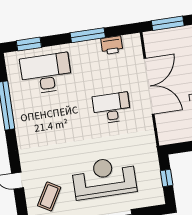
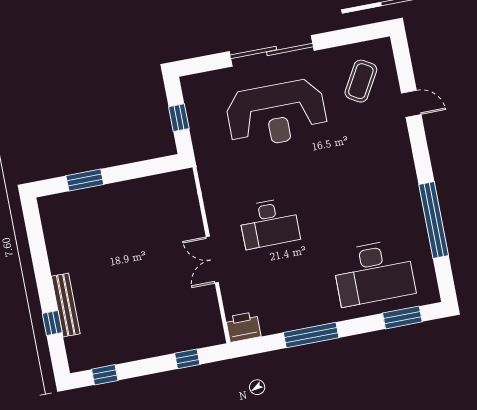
window: (168, 23) -> (187, 359), width x0.46
printer: (112, 45) -> (243, 327), moved
double door: (149, 86) -> (212, 260), width x0.54

